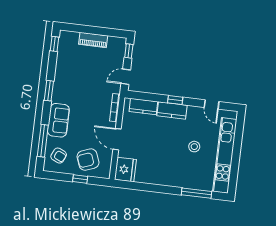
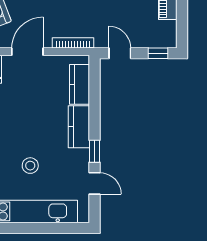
window: (175, 100) -> (95, 151), moved
door: (212, 104) -> (95, 183), swing flipped

